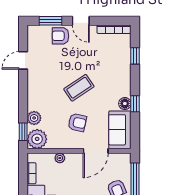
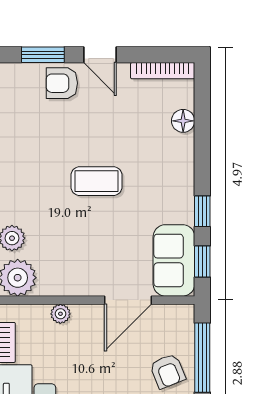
window: (135, 56) -> (202, 262), moved
coffee table: (79, 88) -> (97, 181), turned 34
floor lamp: (125, 104) -> (183, 121), moved
armchair: (77, 123) -> (93, 247), removed

